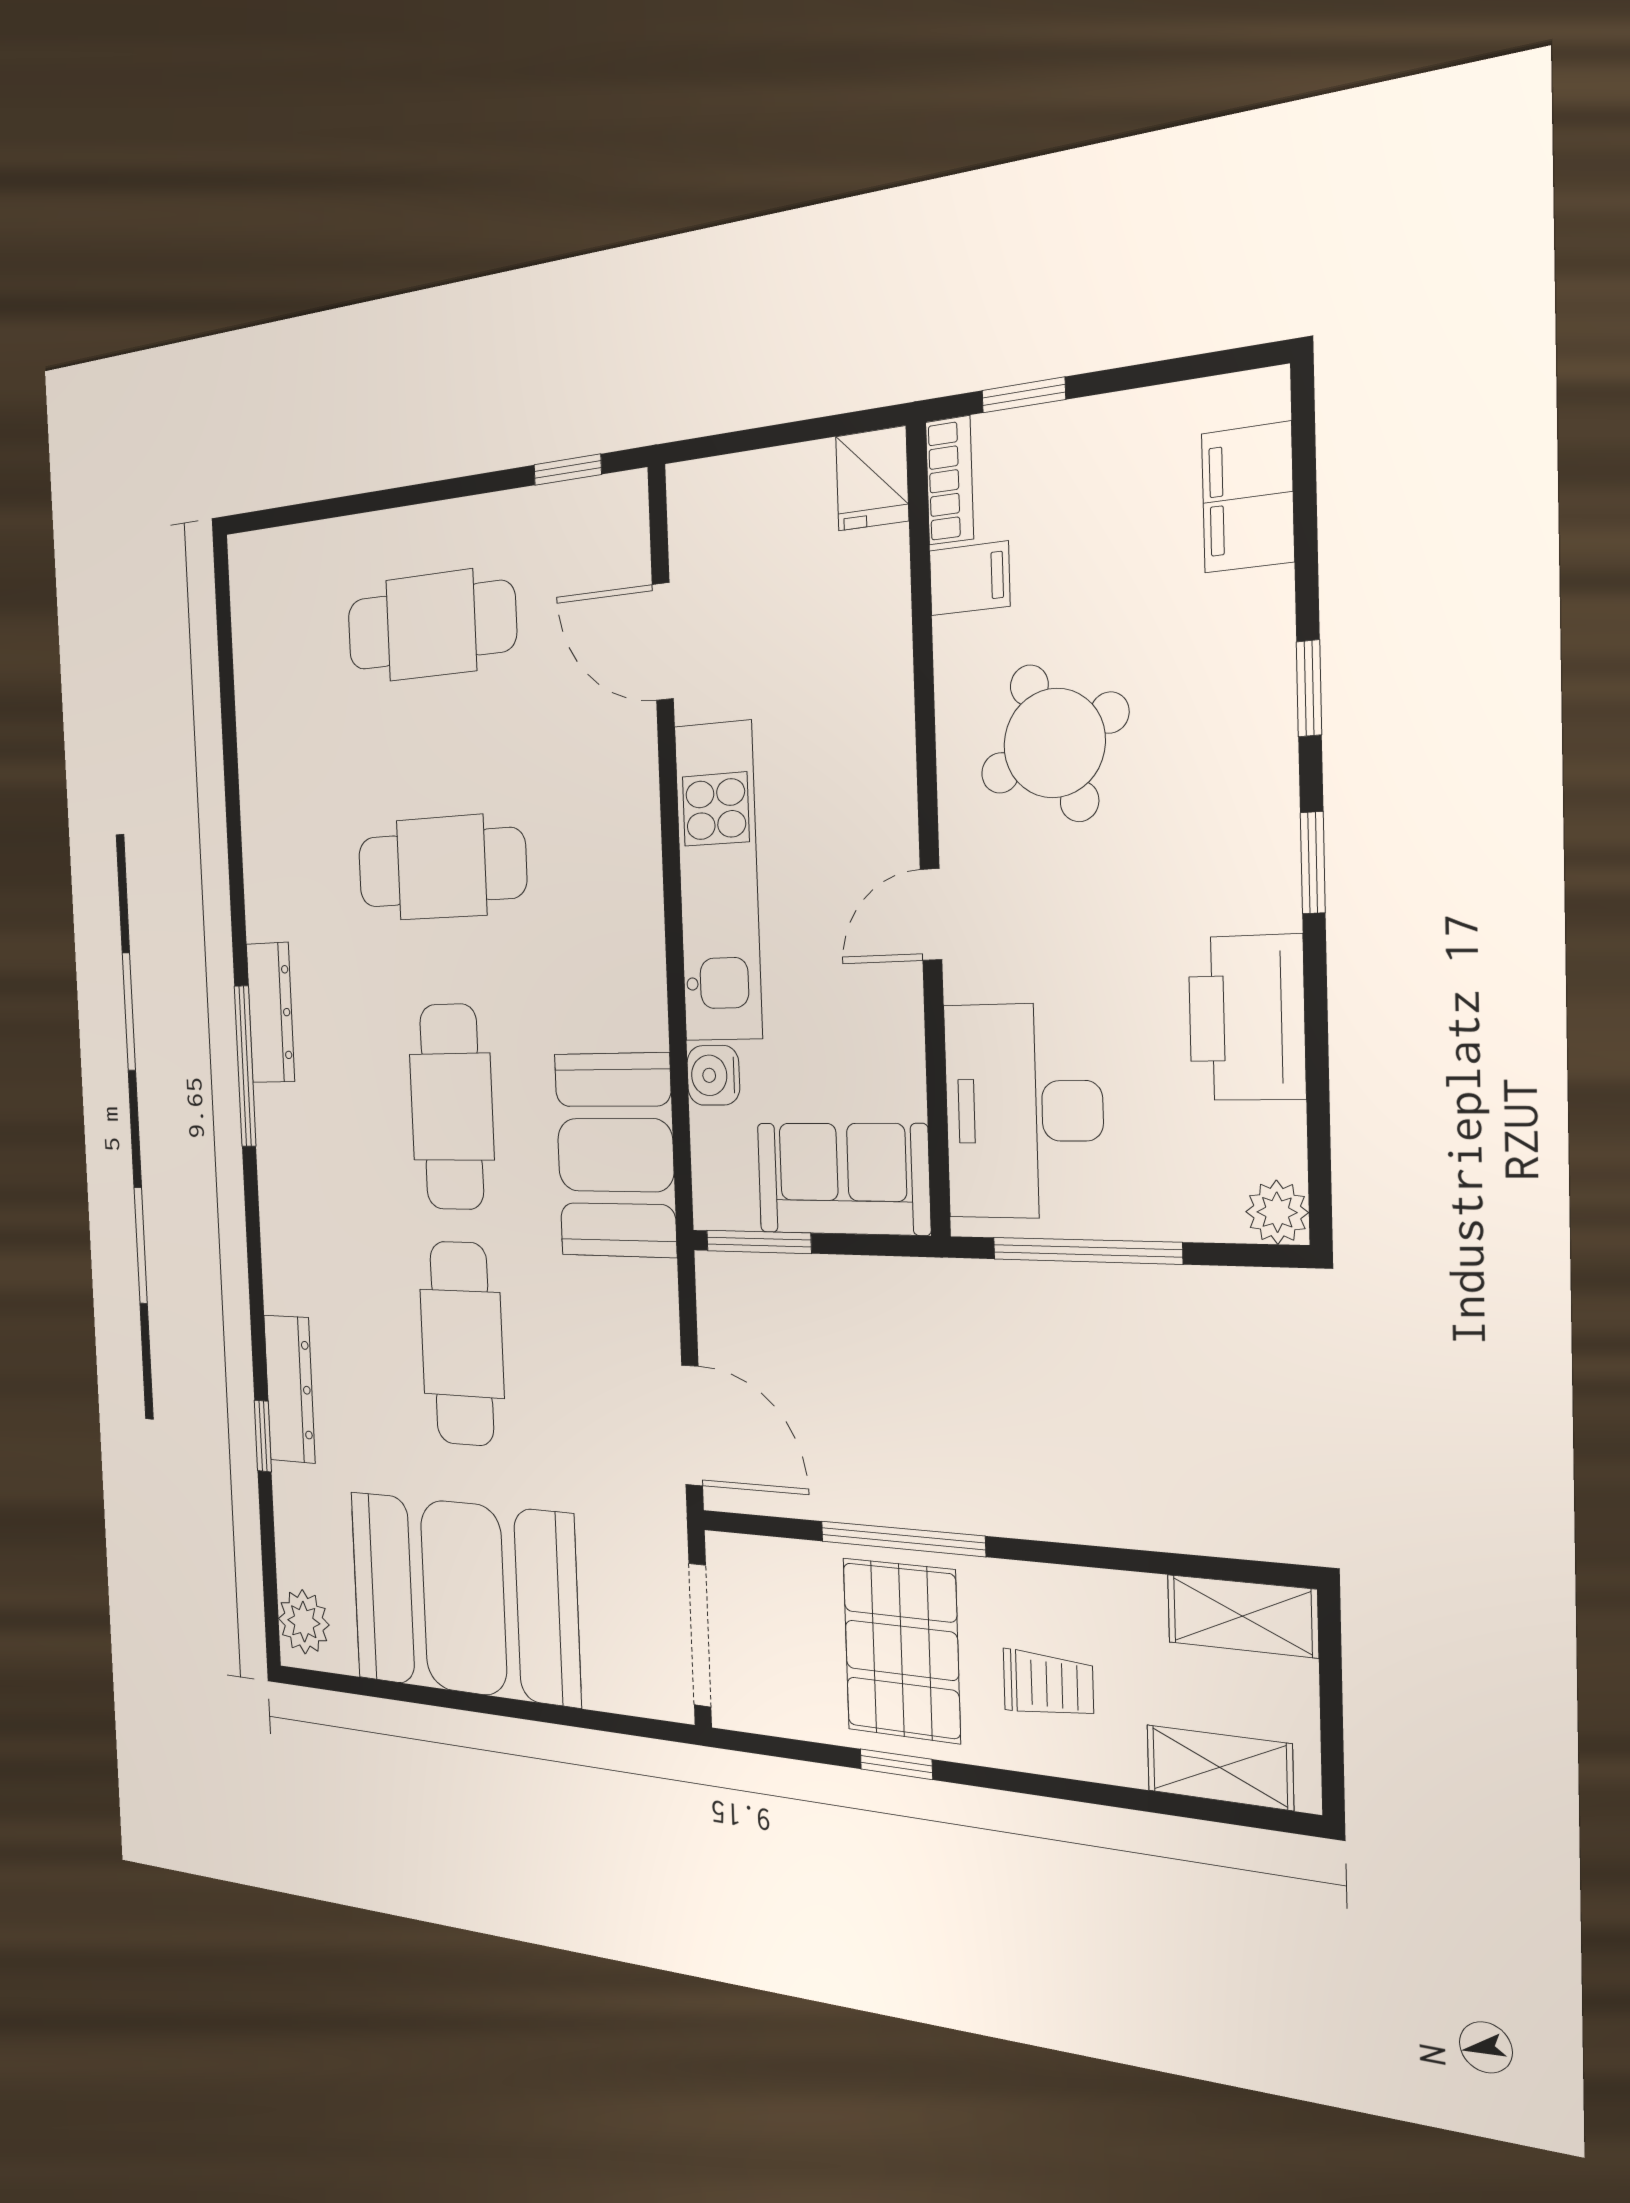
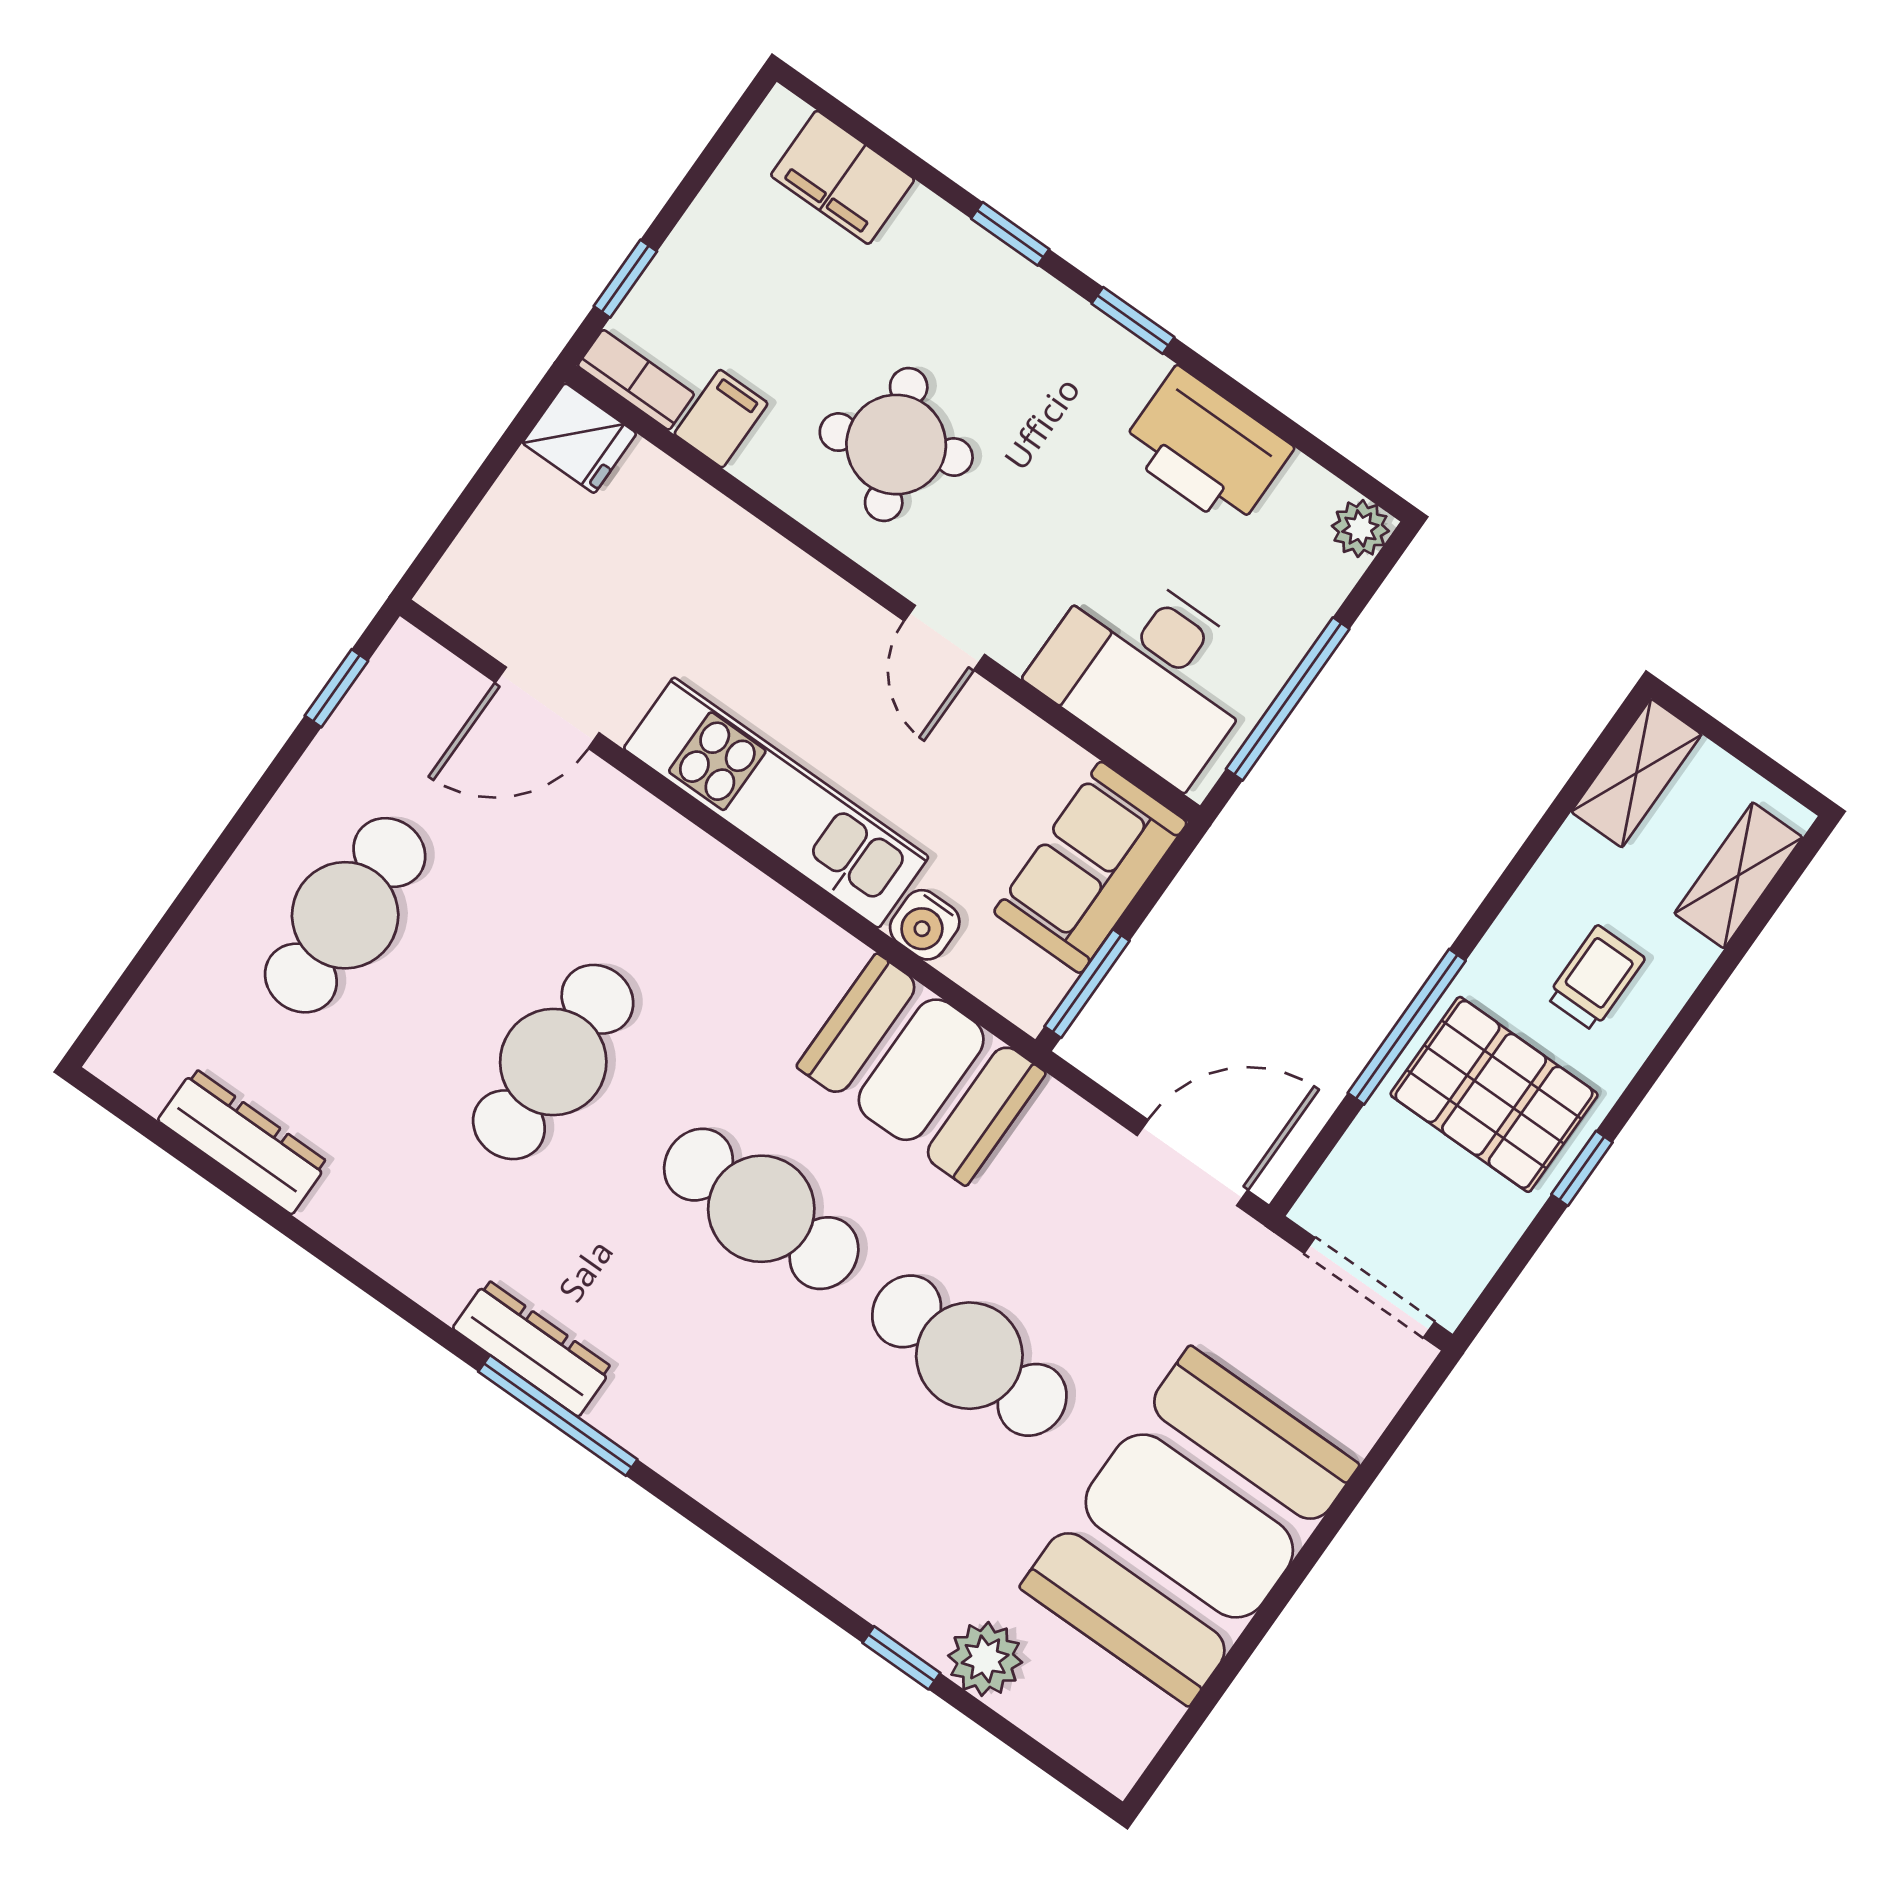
dresser: (289, 1389) -> (243, 1141), moved
plant: (304, 1622) -> (985, 1659), moved

